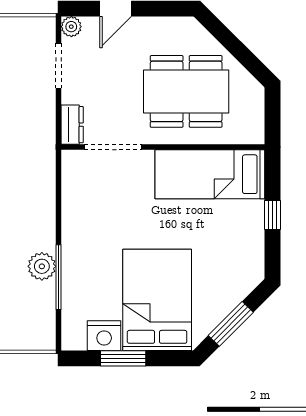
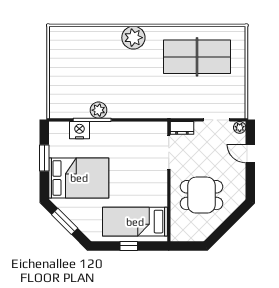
dining table: (186, 91) -> (201, 195), width x0.73
bed: (210, 174) -> (135, 222), moved, turned -90
nightstand: (104, 336) -> (79, 130), moved, turned 90

